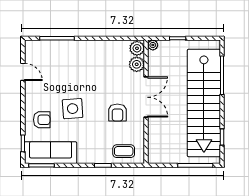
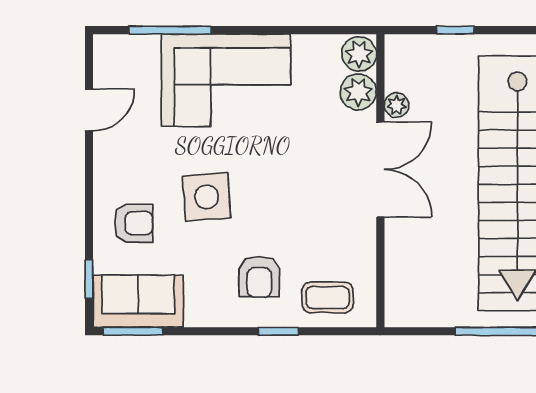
plant: (153, 45) -> (397, 105), moved
corner sofa: (81, 59) -> (226, 80), added
door: (23, 72) -> (89, 110), hinge flipped
armchair: (117, 113) -> (259, 277), moved
sofa: (51, 153) -> (138, 301), width x0.73

